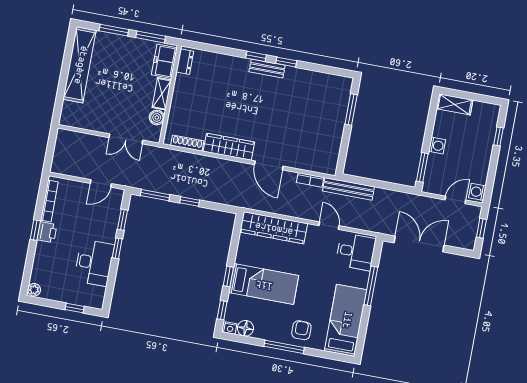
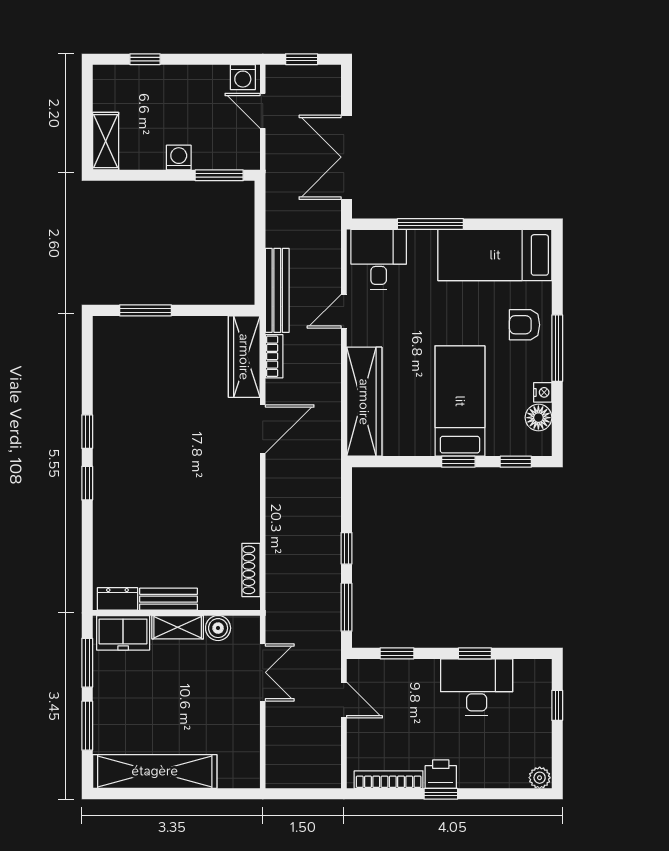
bench: (267, 68) -> (169, 599), moved, turned 90
wardrobe: (229, 147) -> (244, 357), moved
window: (117, 248) -> (475, 653), moved
nightstand: (230, 328) -> (543, 392), moved

